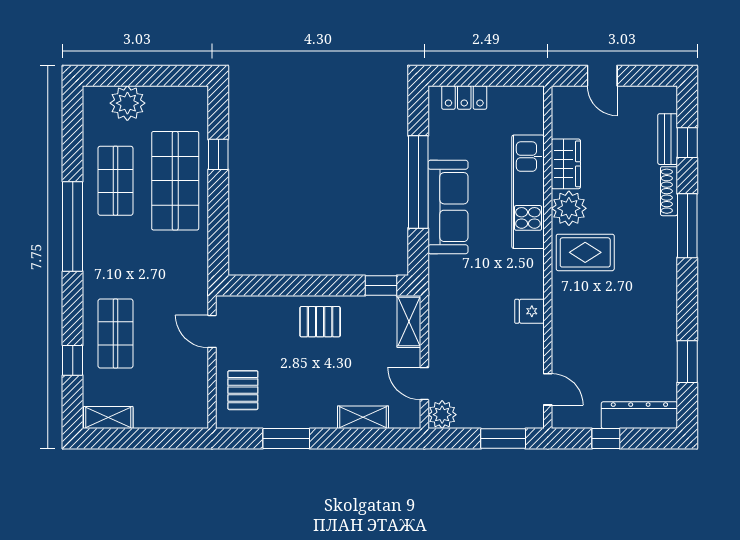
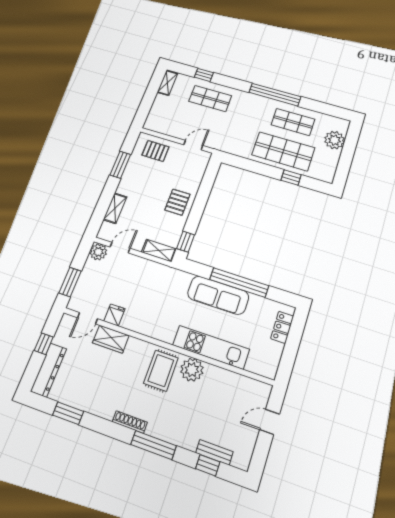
wardrobe: (566, 164) -> (111, 339), moved
shoe rack: (669, 191) -> (130, 422), moved
fridge: (529, 311) -> (114, 315), moved

